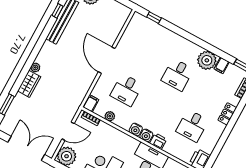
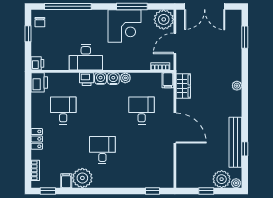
wardrobe: (29, 84) -> (183, 86), moved, turned 180
plant: (110, 116) -> (125, 78), moved

